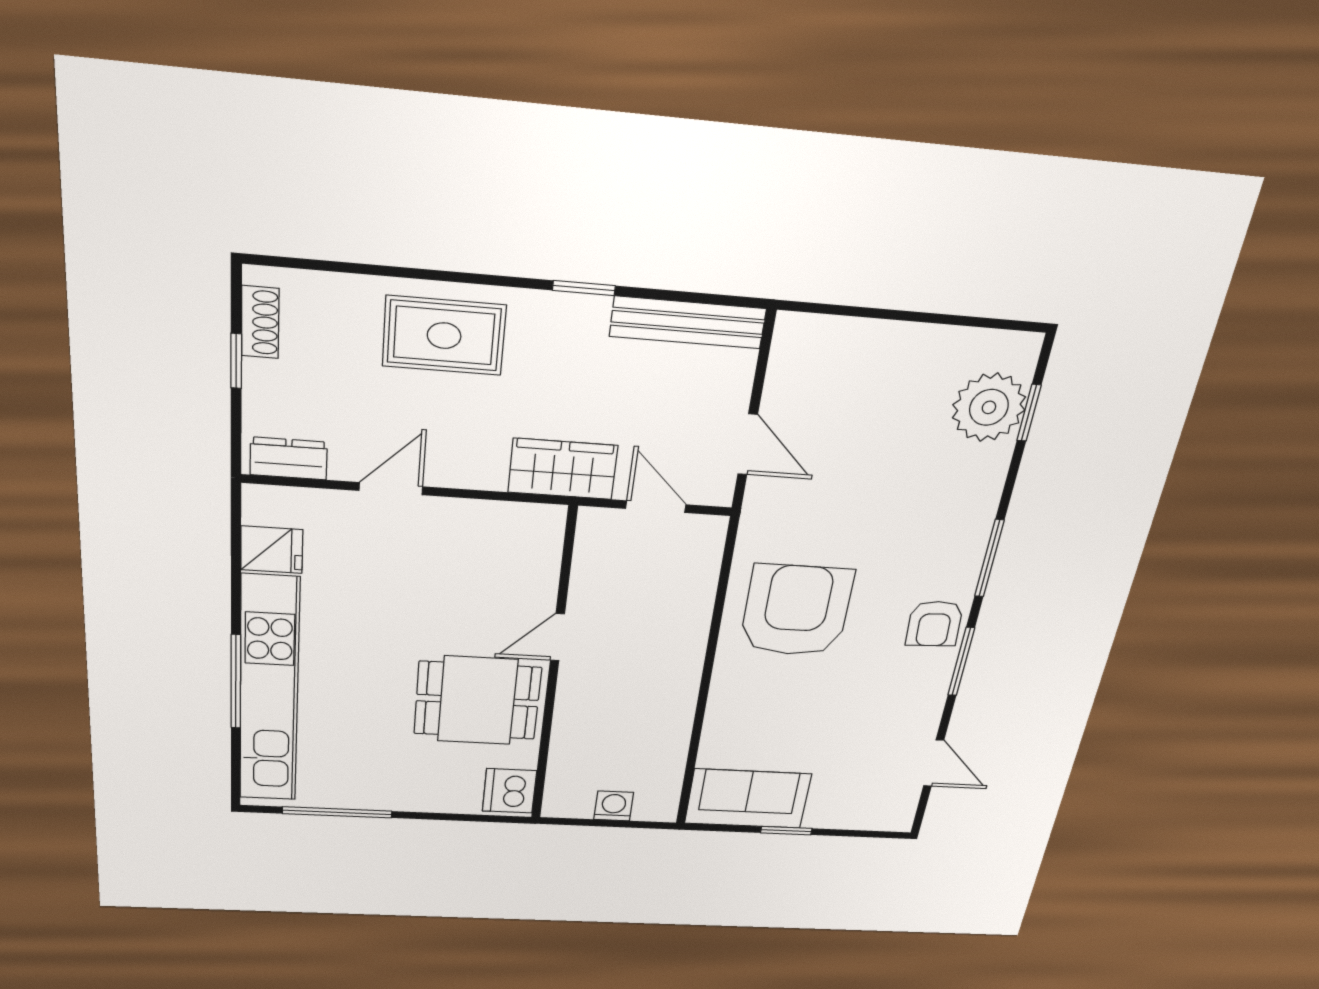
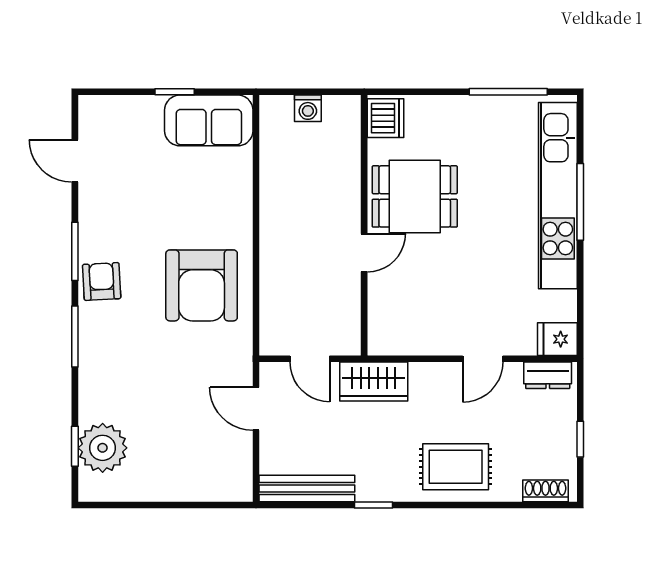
shoe rack: (260, 322) -> (546, 491), moved, turned 90
fridge: (272, 550) -> (557, 339), moved

